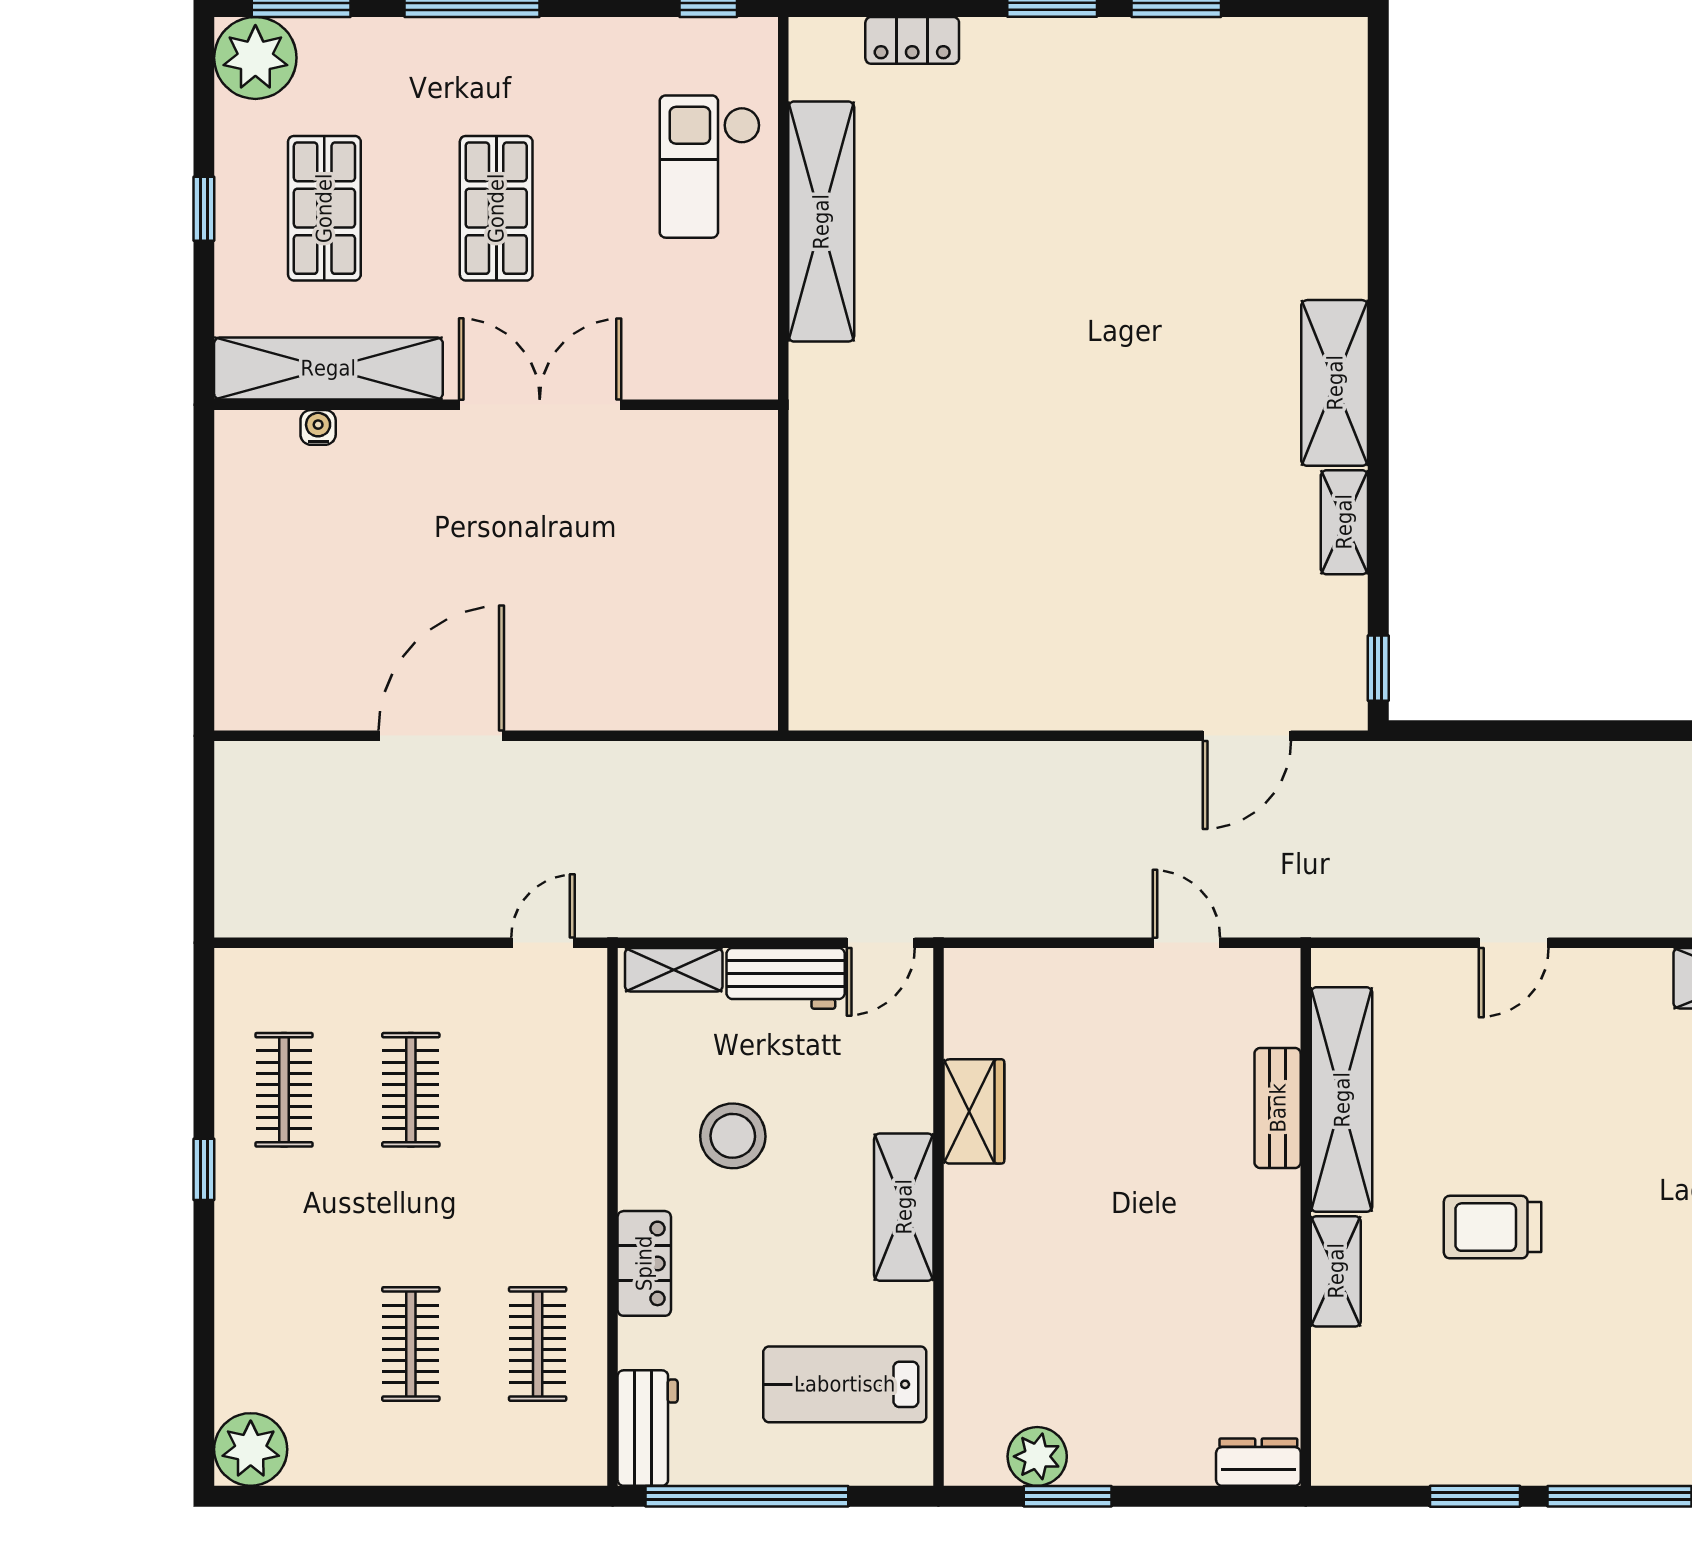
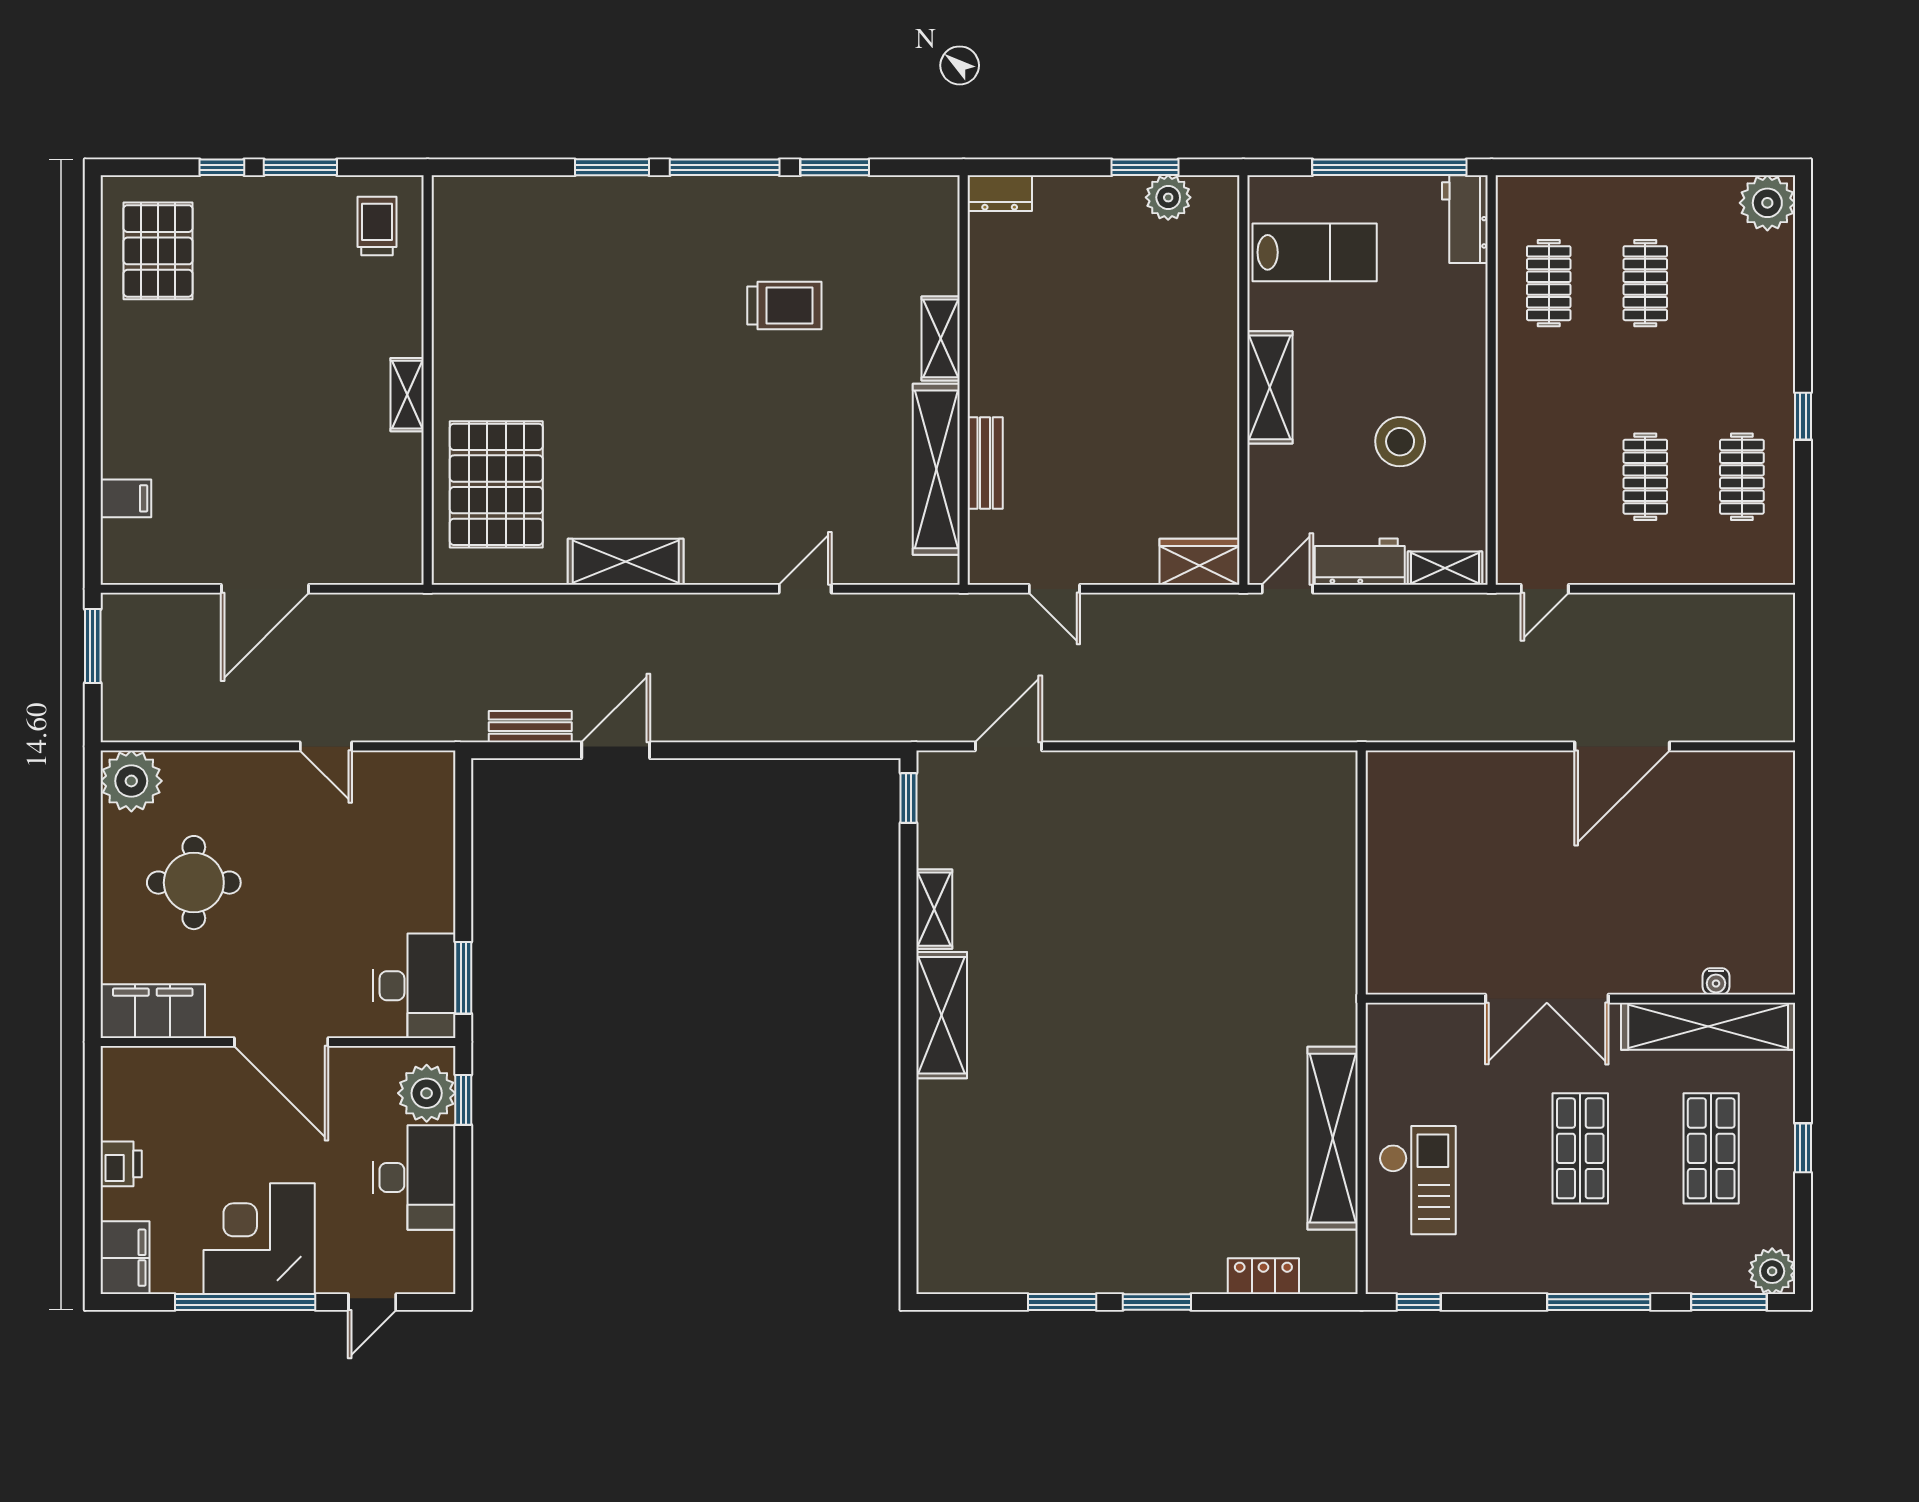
plant: (255, 58) -> (1772, 1271), width x0.73, depth x0.73
wardrobe: (974, 1111) -> (1199, 562), moved, turned 90
trolley: (1493, 1227) -> (784, 306), moved
locker: (644, 1263) -> (1467, 344), removed

